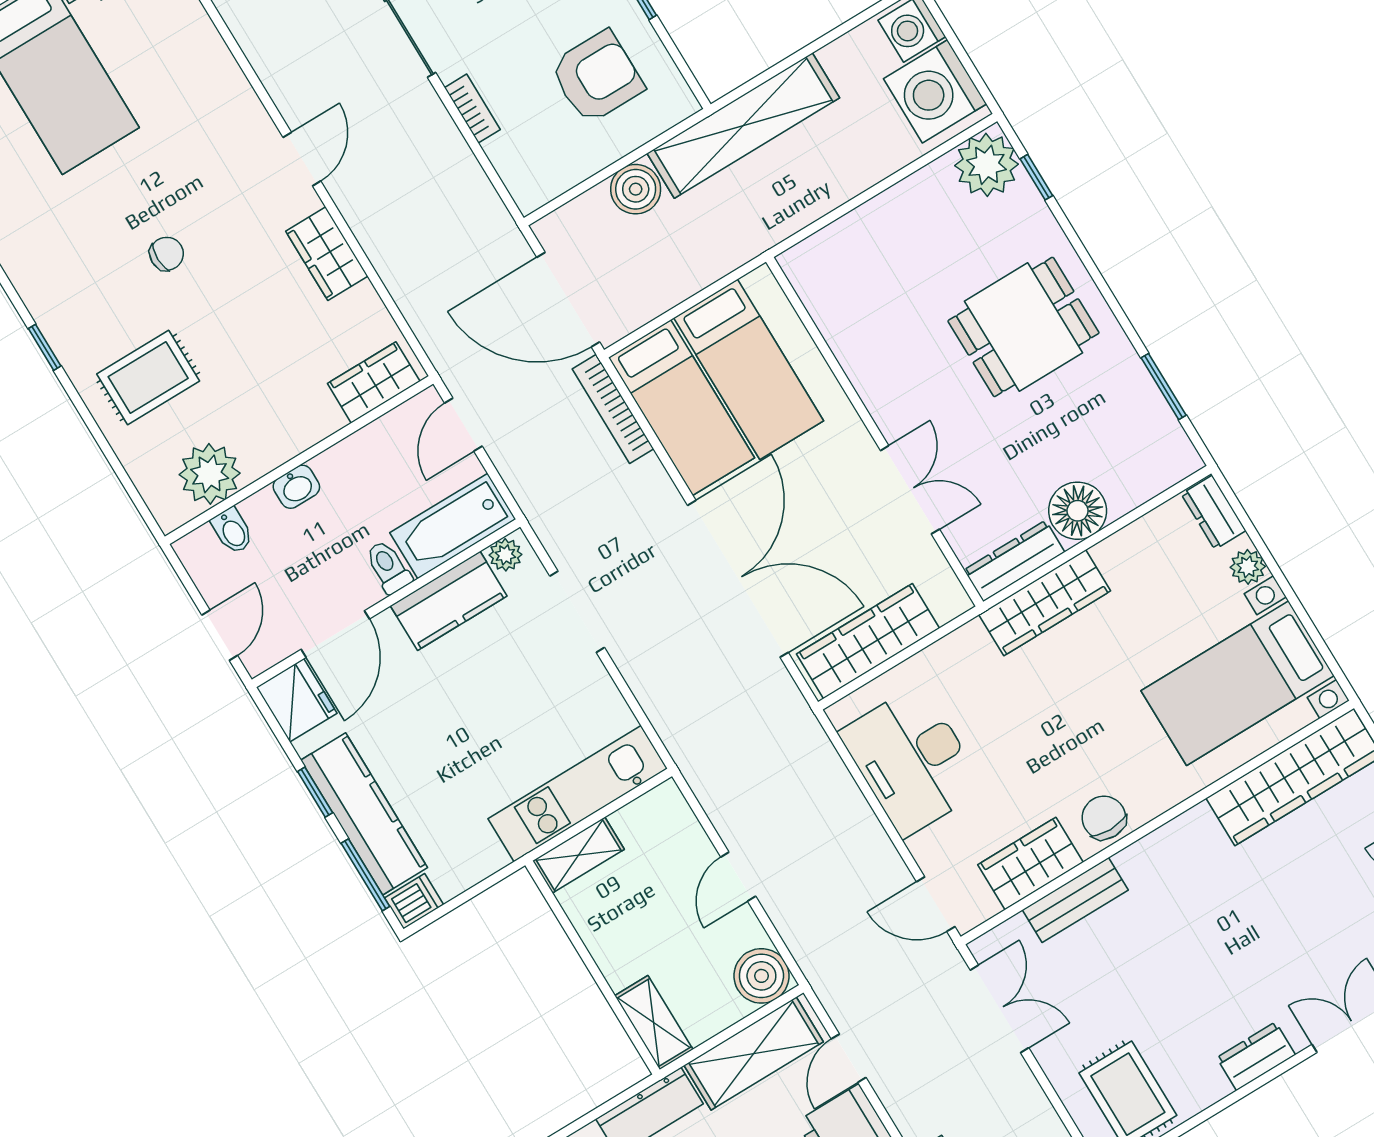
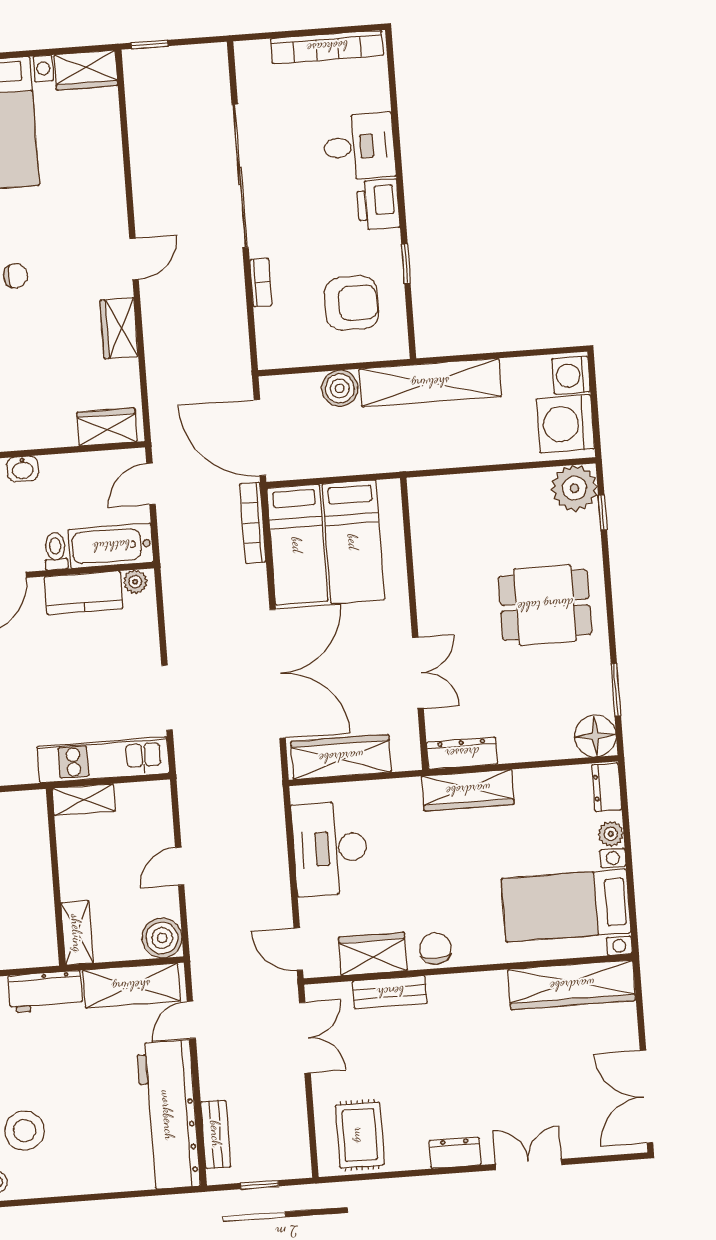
floor lamp: (1078, 511) -> (595, 736), moved
doorway: (577, 612) -> (167, 698), moved

